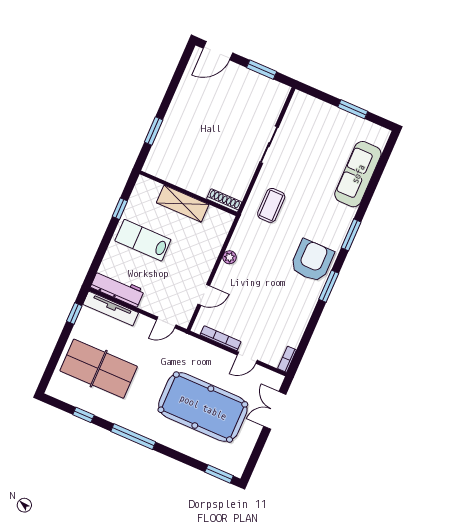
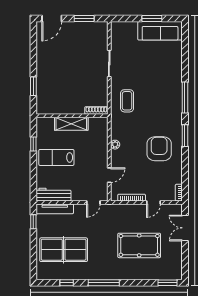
sofa: (358, 174) -> (160, 31), moved, turned -90
window: (351, 235) -> (185, 98), width x1.44
armchair: (312, 261) -> (159, 149), moved
pool table: (203, 407) -> (139, 245), width x0.73, depth x0.76

